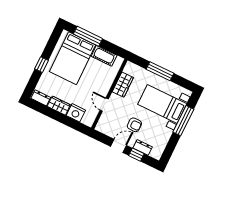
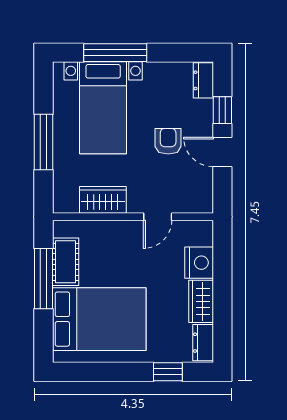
window: (88, 36) -> (44, 279), moved
window: (41, 65) -> (168, 372), moved
dresser: (143, 147) -> (203, 80), moved

